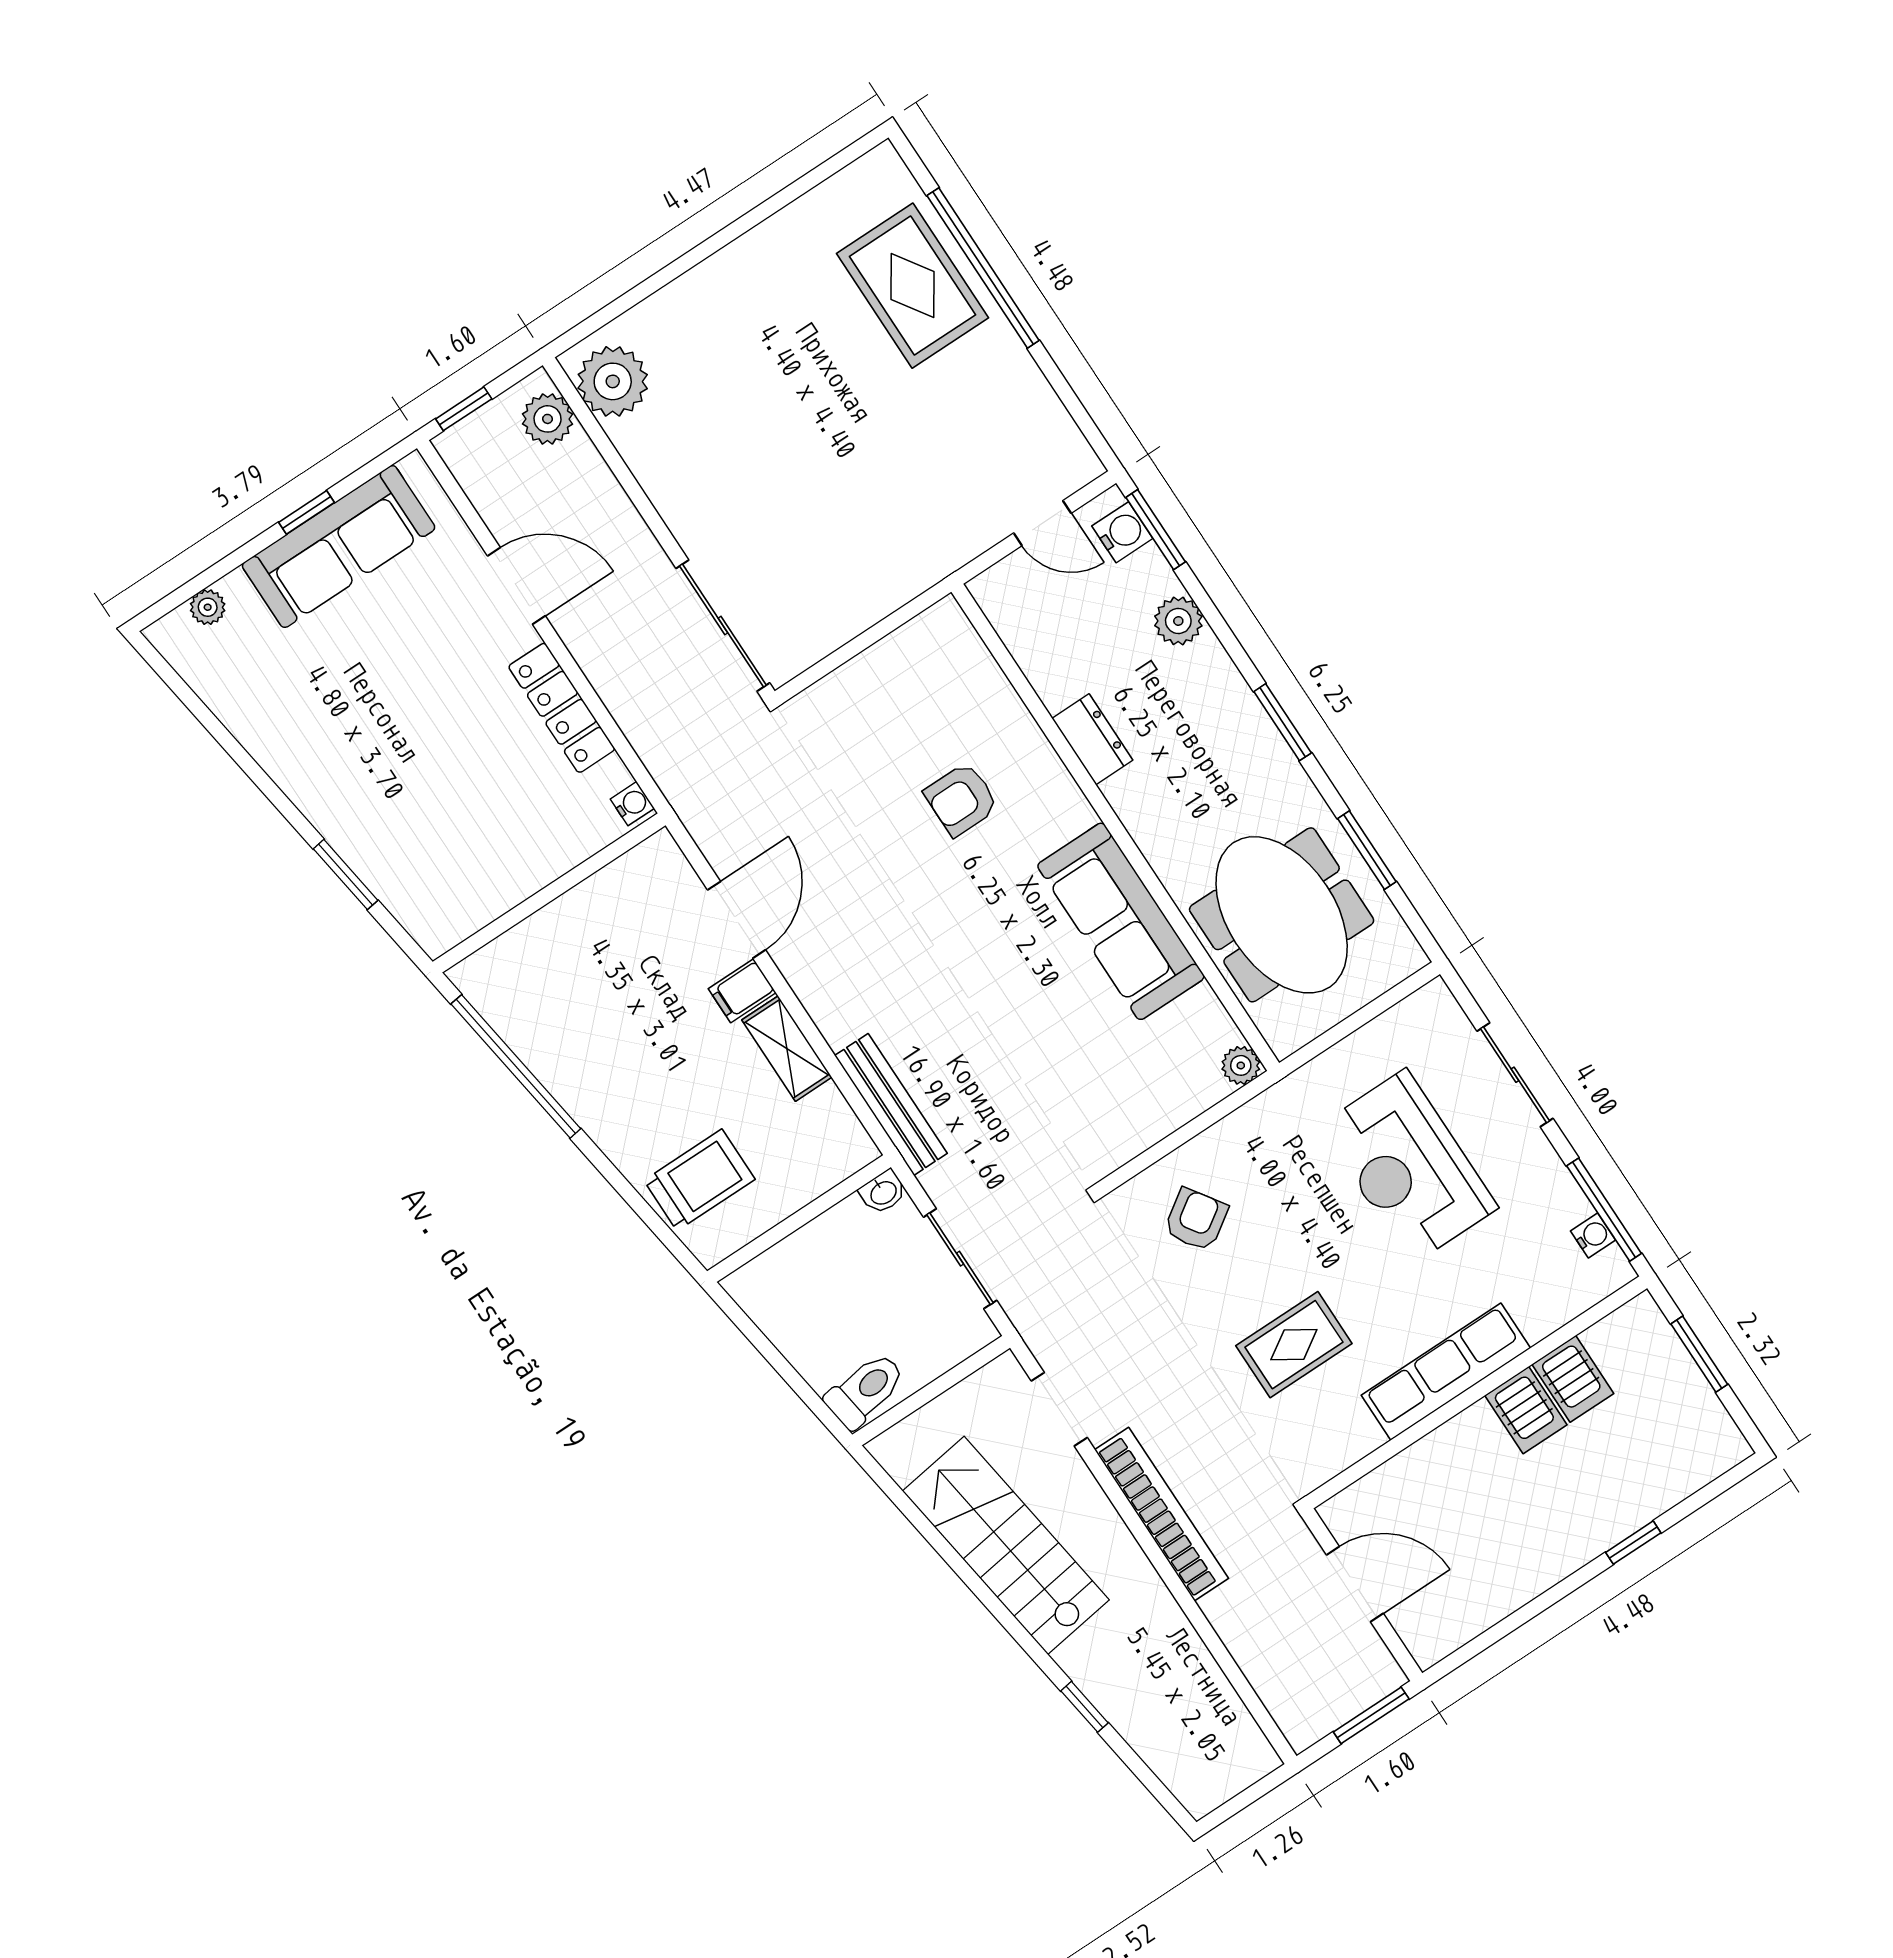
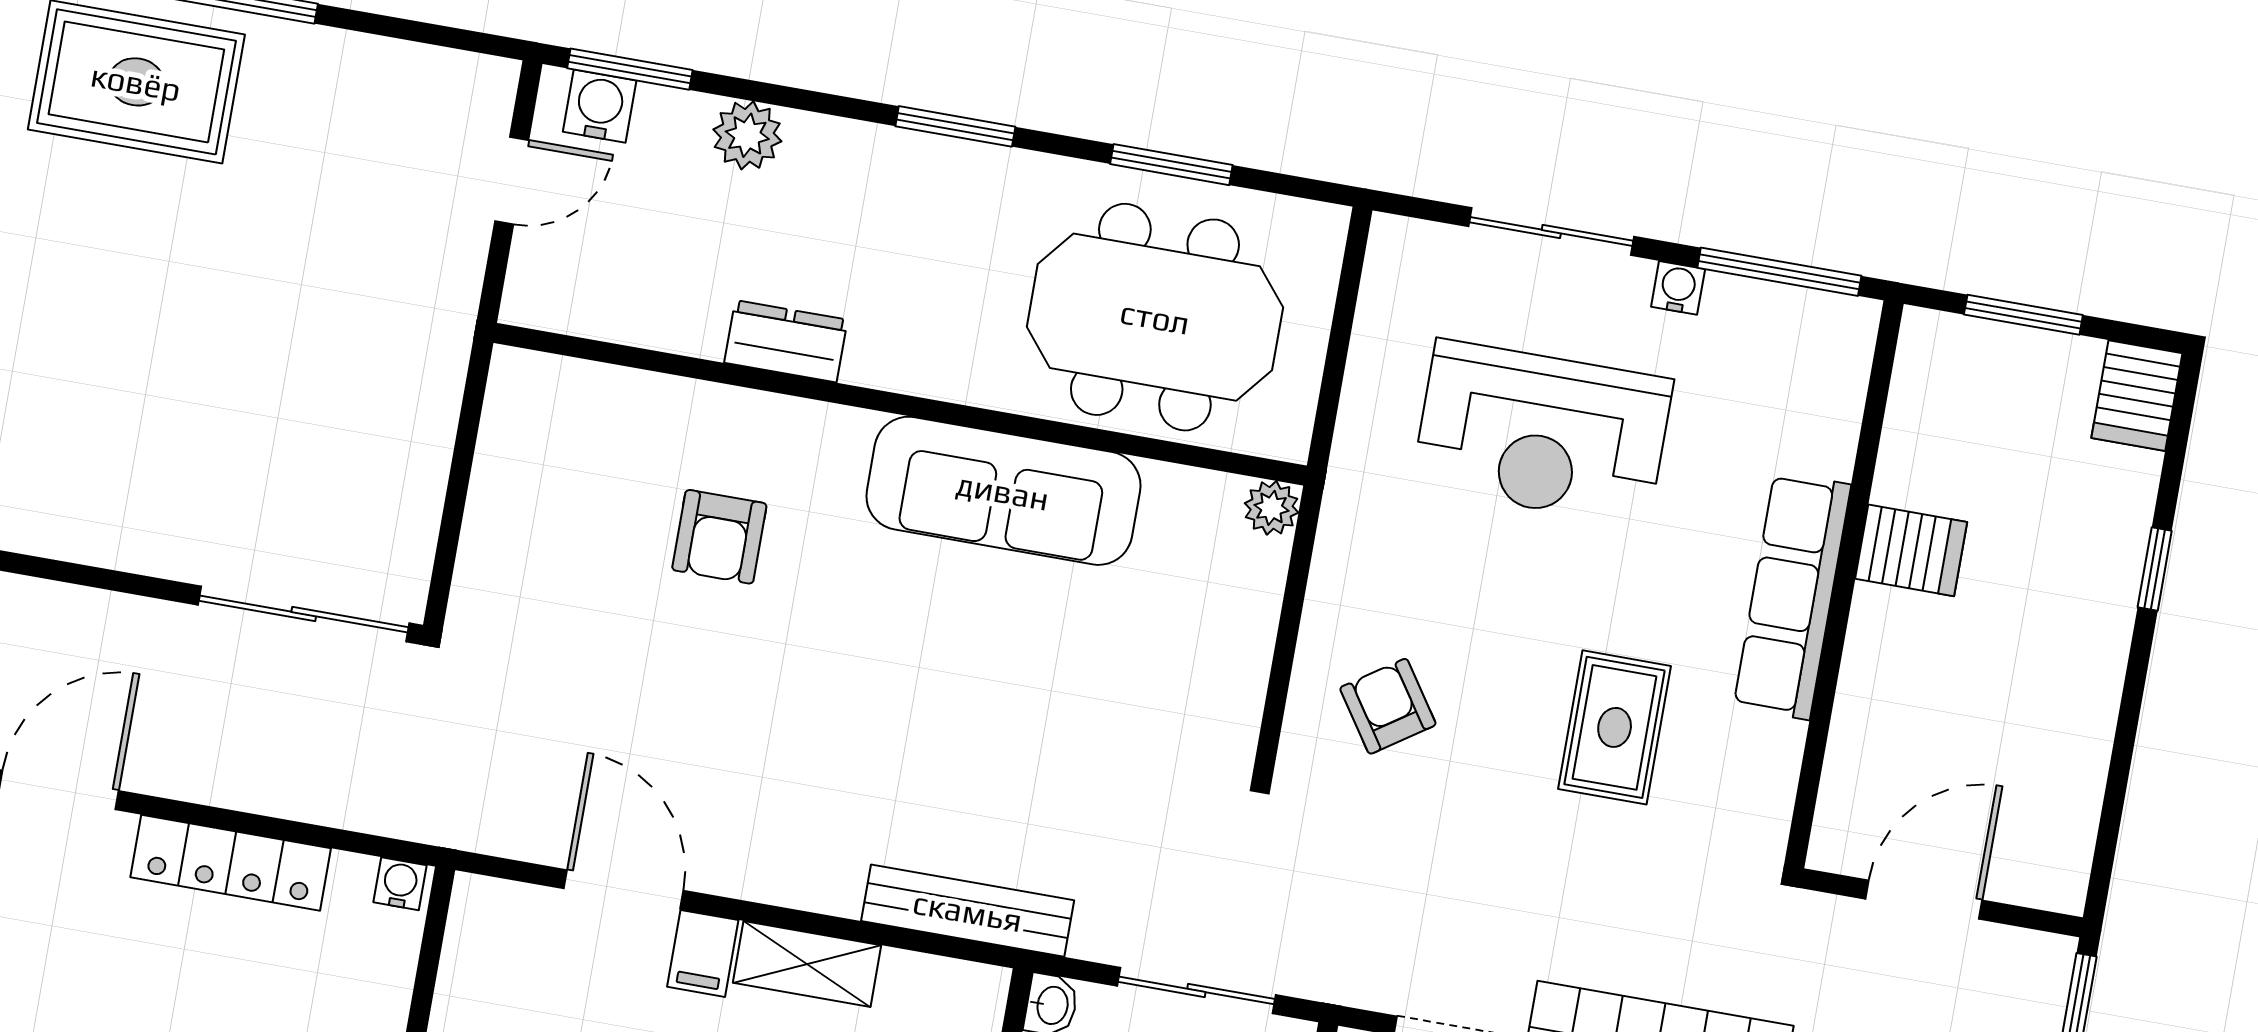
water cooler: (1593, 1235) -> (1678, 288), moved
server rack: (1573, 1379) -> (2137, 396), moved, turned 90

